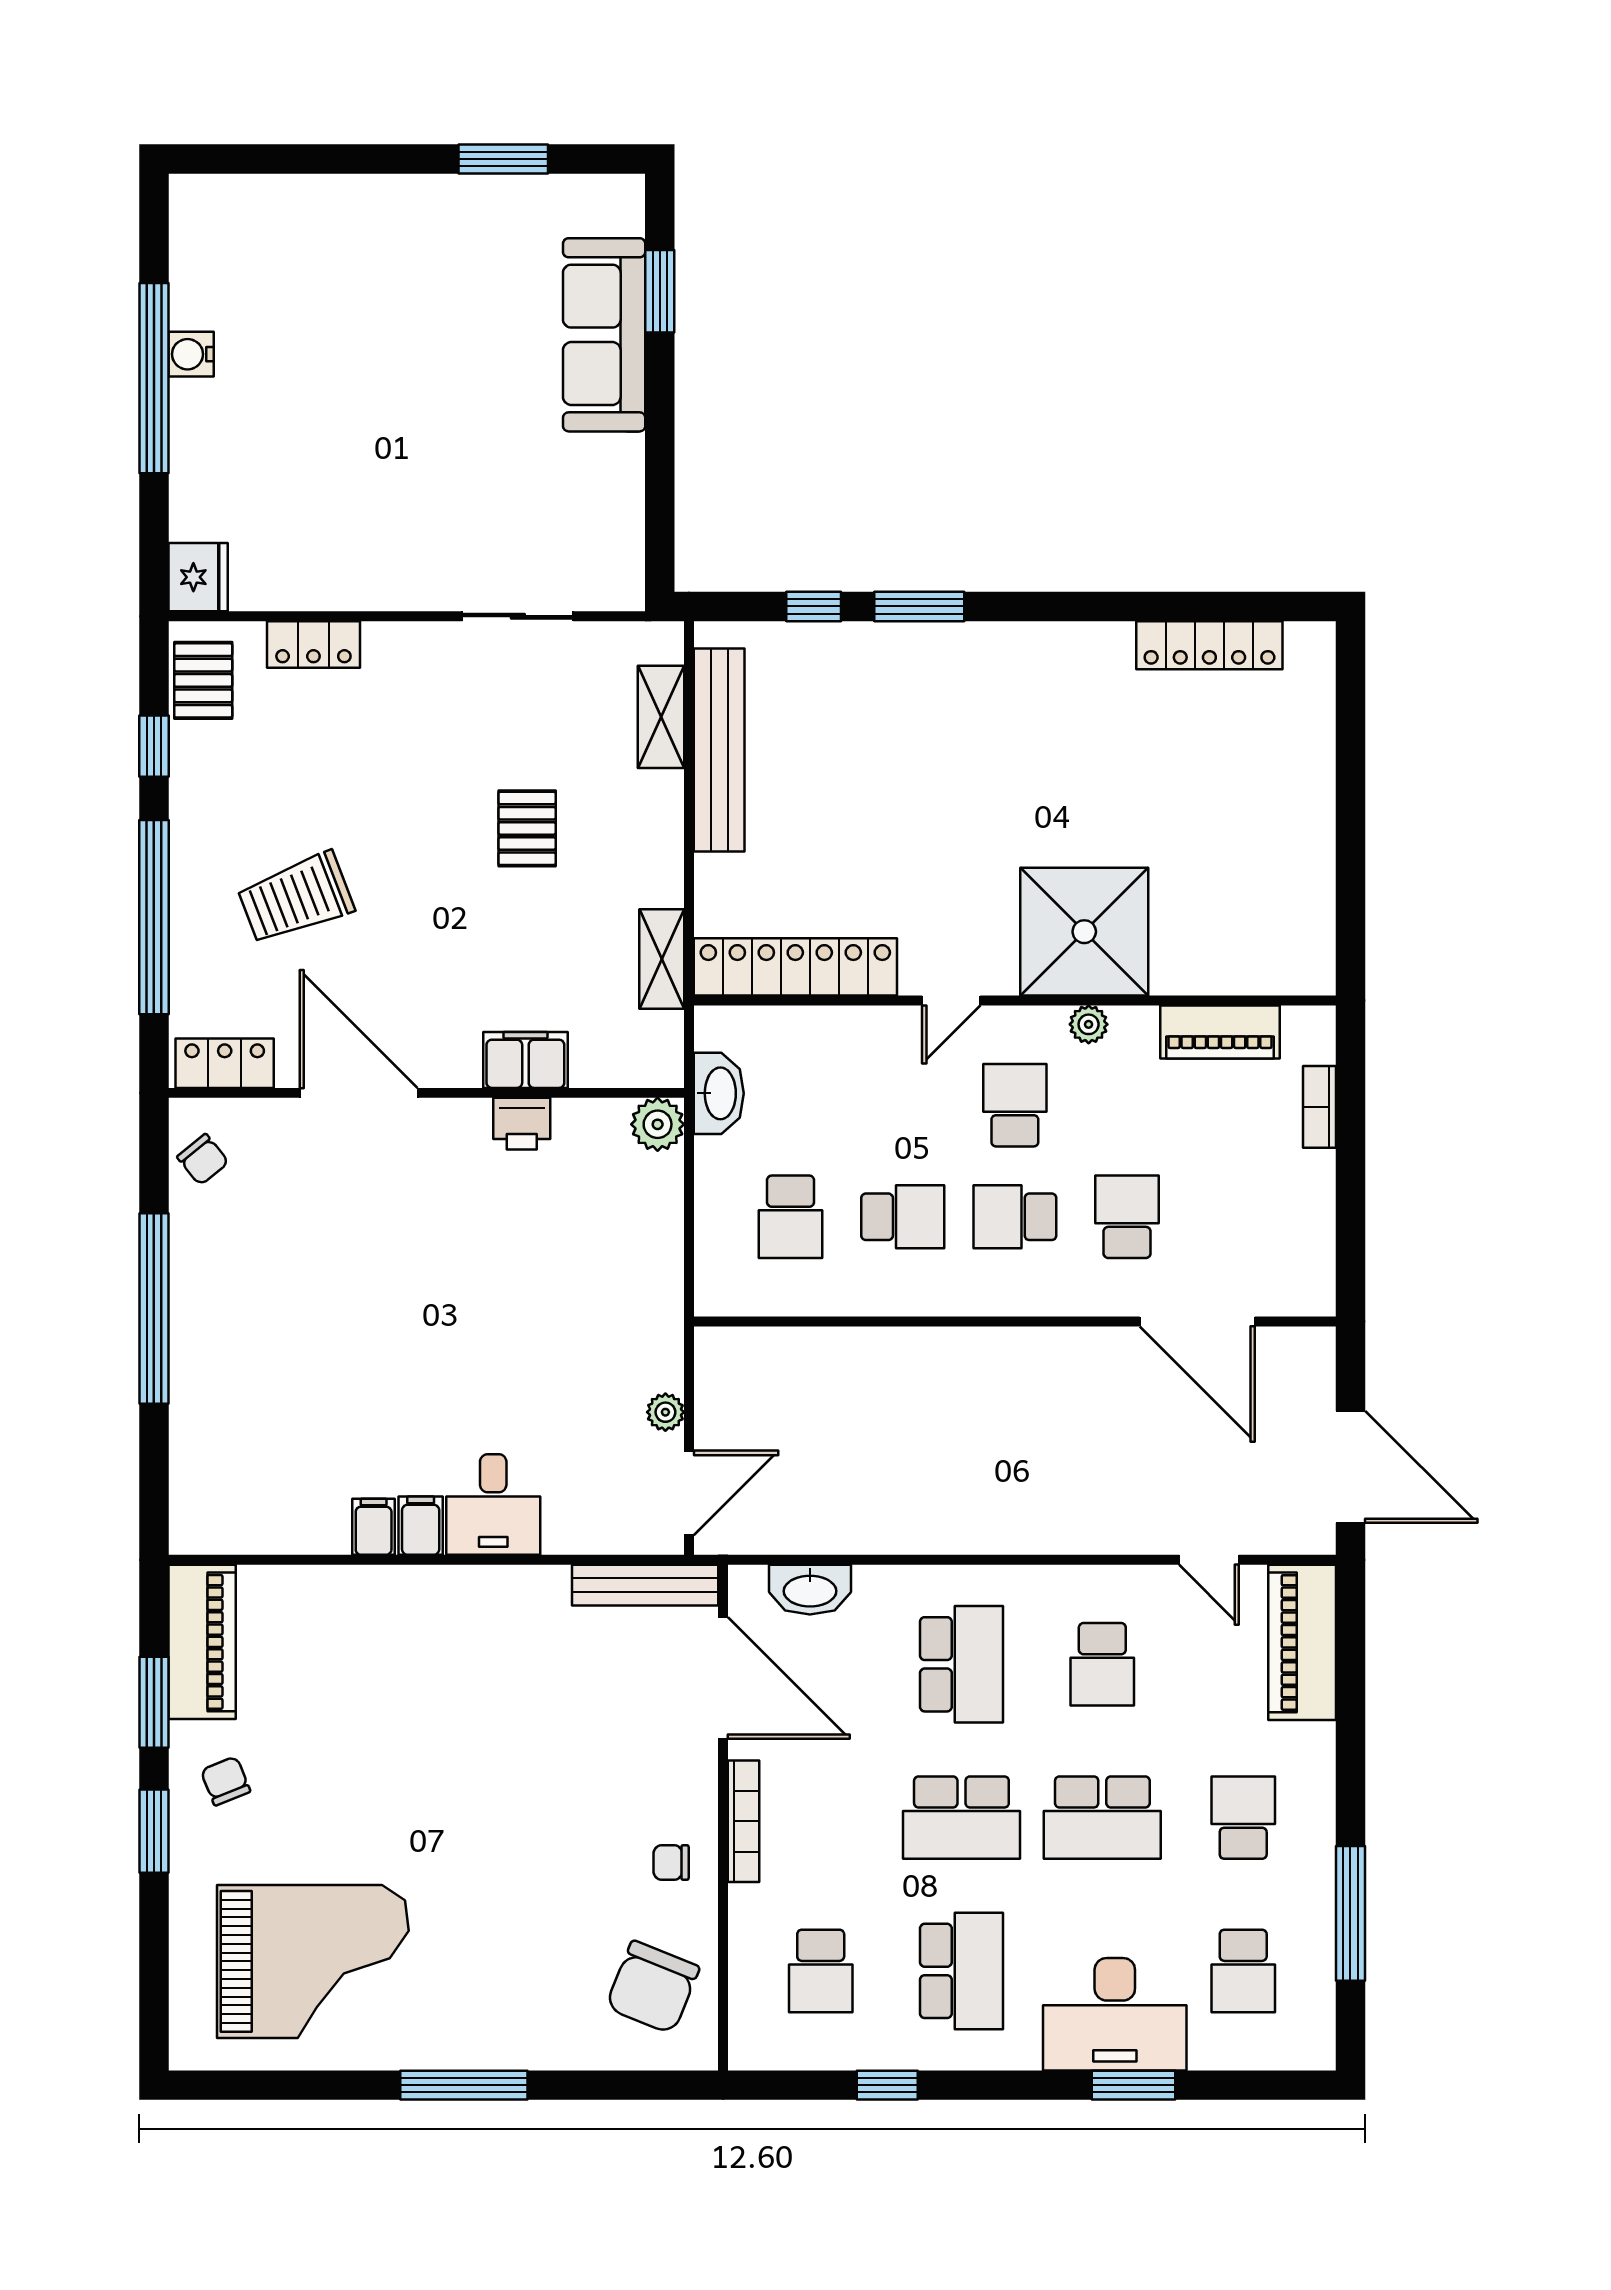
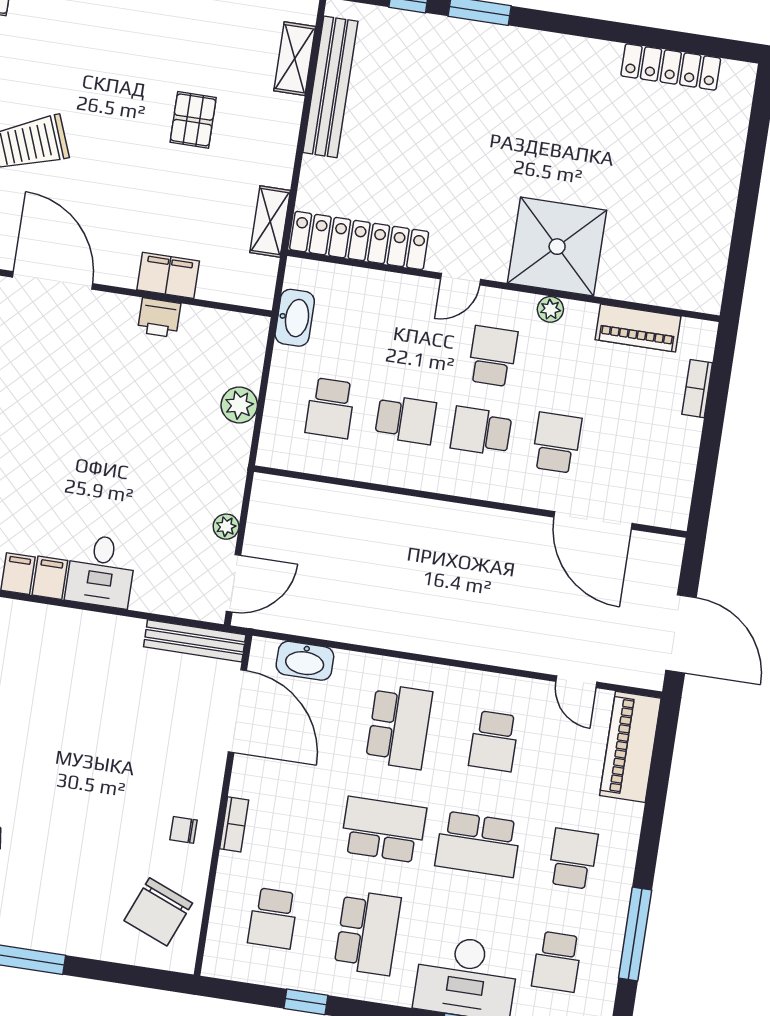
plant: (658, 1124) -> (239, 405), moved
school desk: (961, 1818) -> (383, 830), turned 180
bookcase: (743, 1821) -> (234, 824), width x0.64

